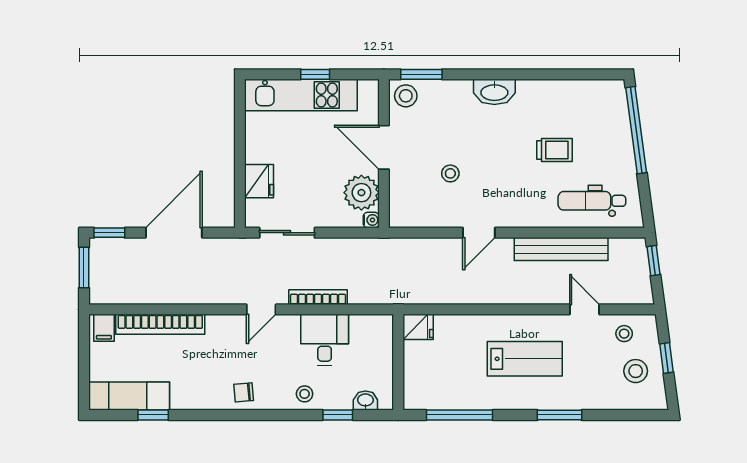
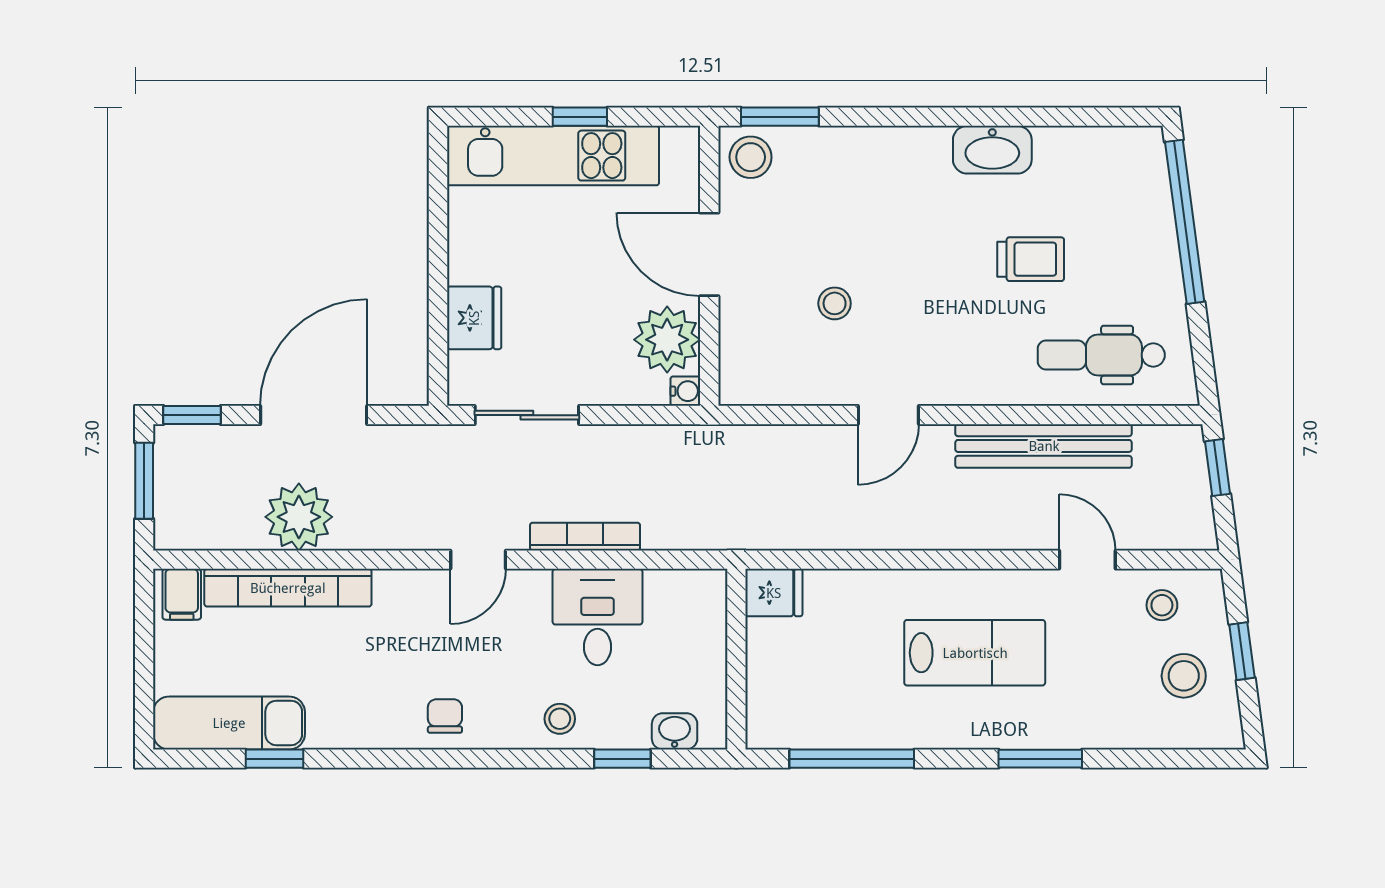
washbasin: (494, 92) -> (992, 150), moved
plant: (166, 287) -> (299, 517), added
chair: (244, 392) -> (445, 716), turned 95

